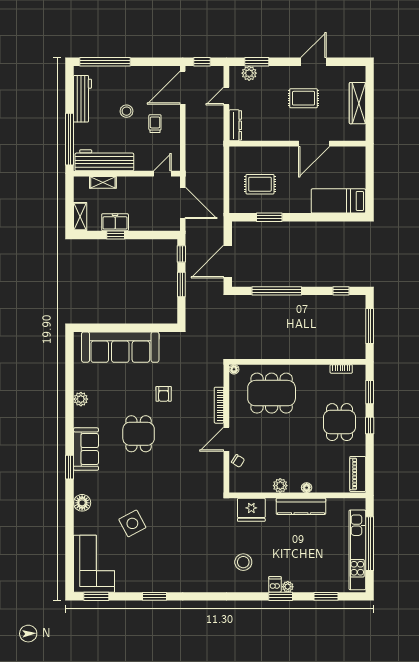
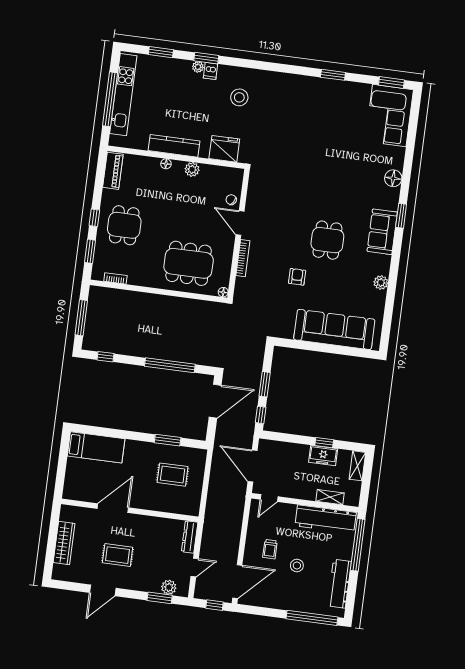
door: (226, 439) -> (240, 223), swing flipped
side table: (132, 523) -> (345, 151), removed

